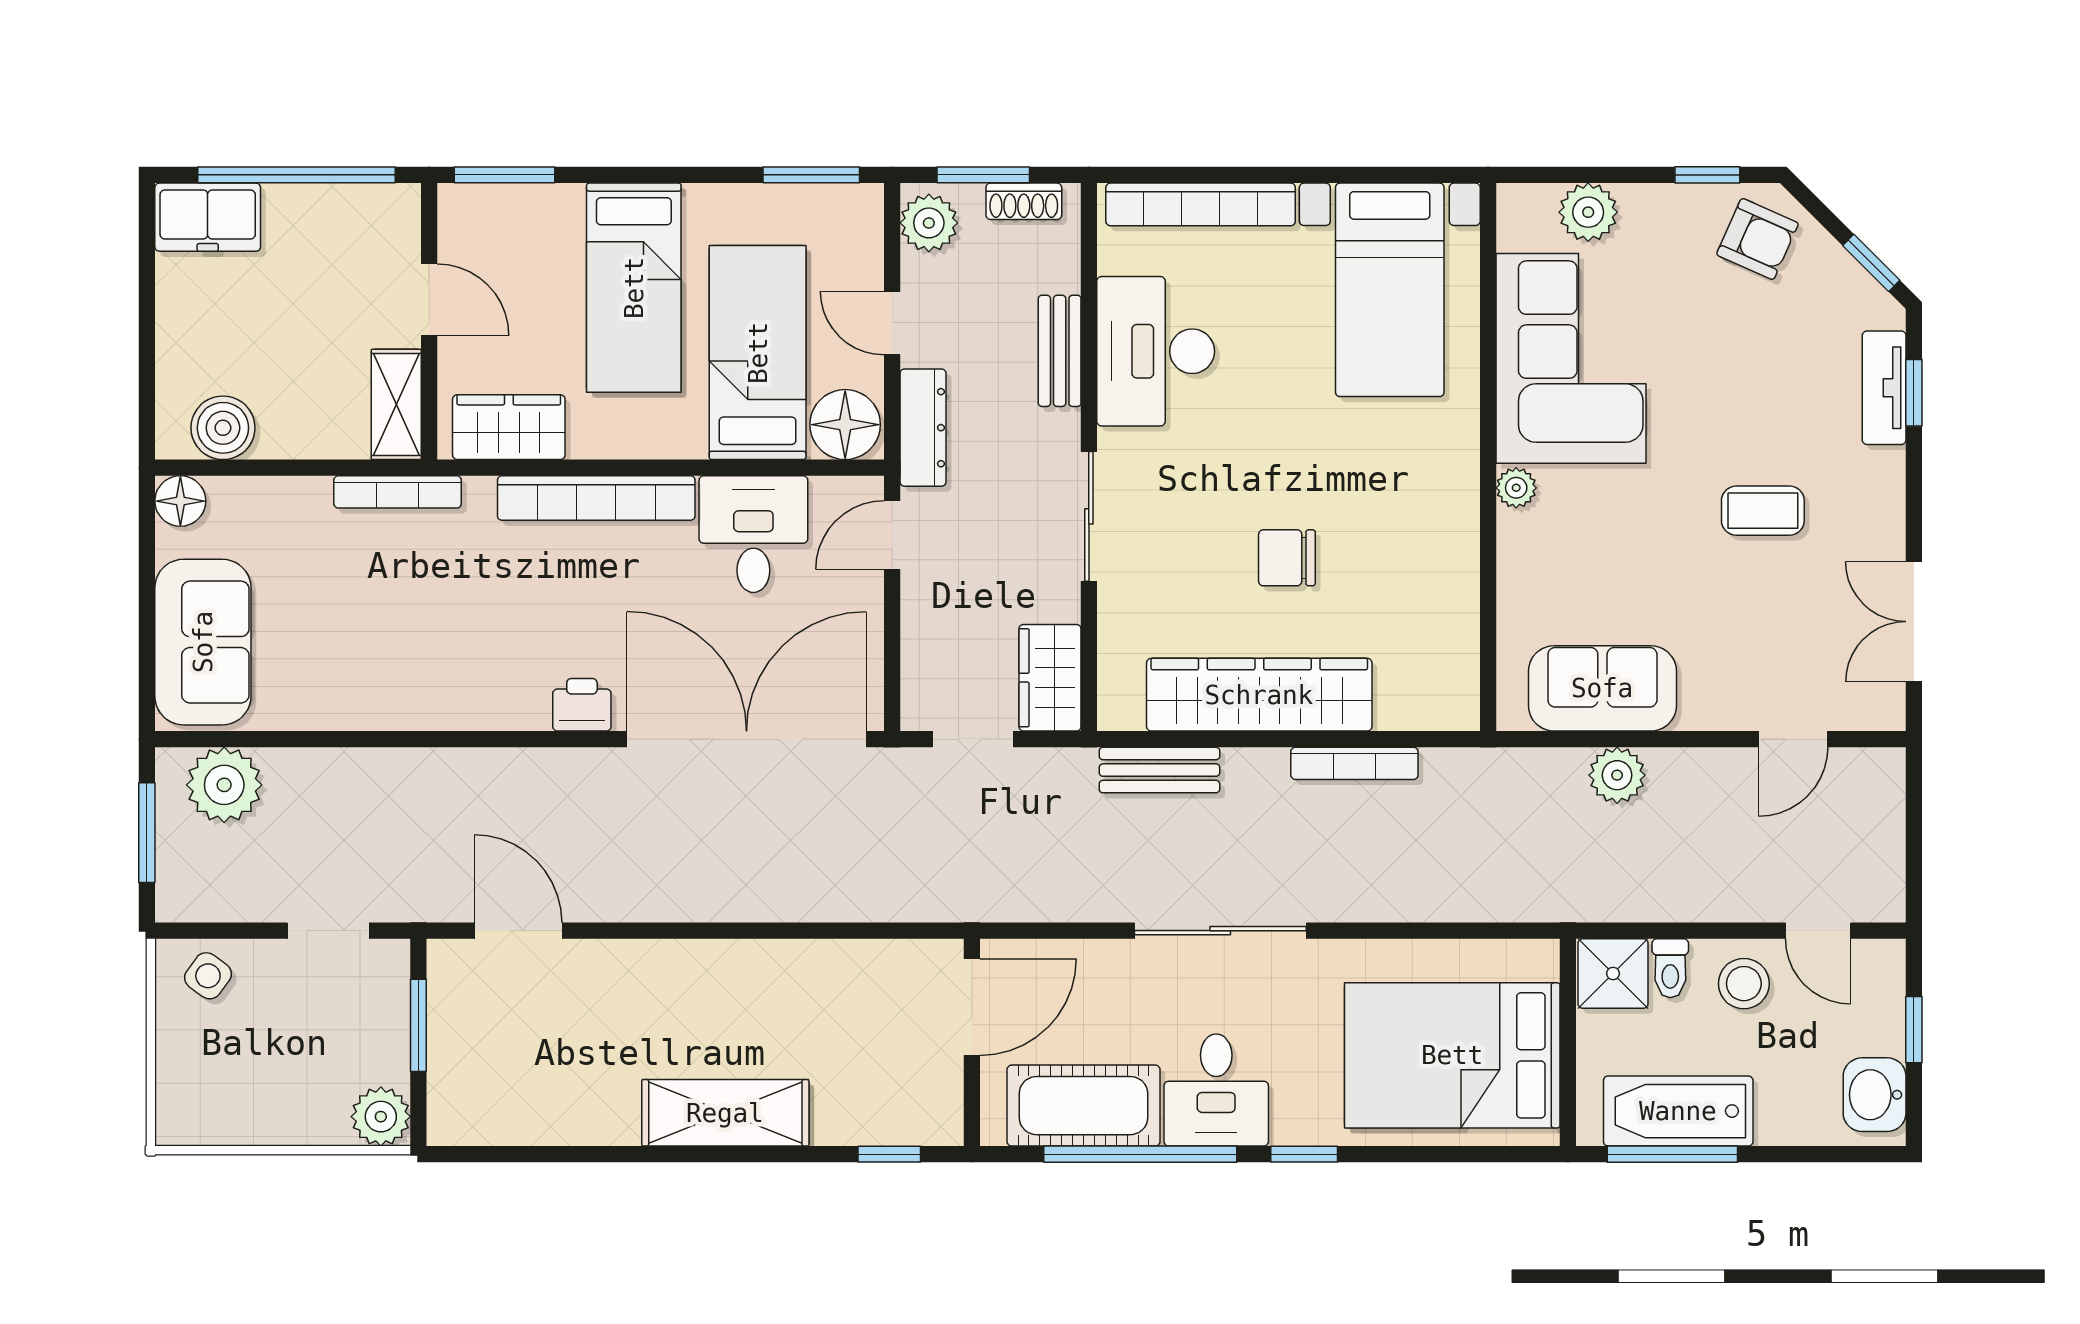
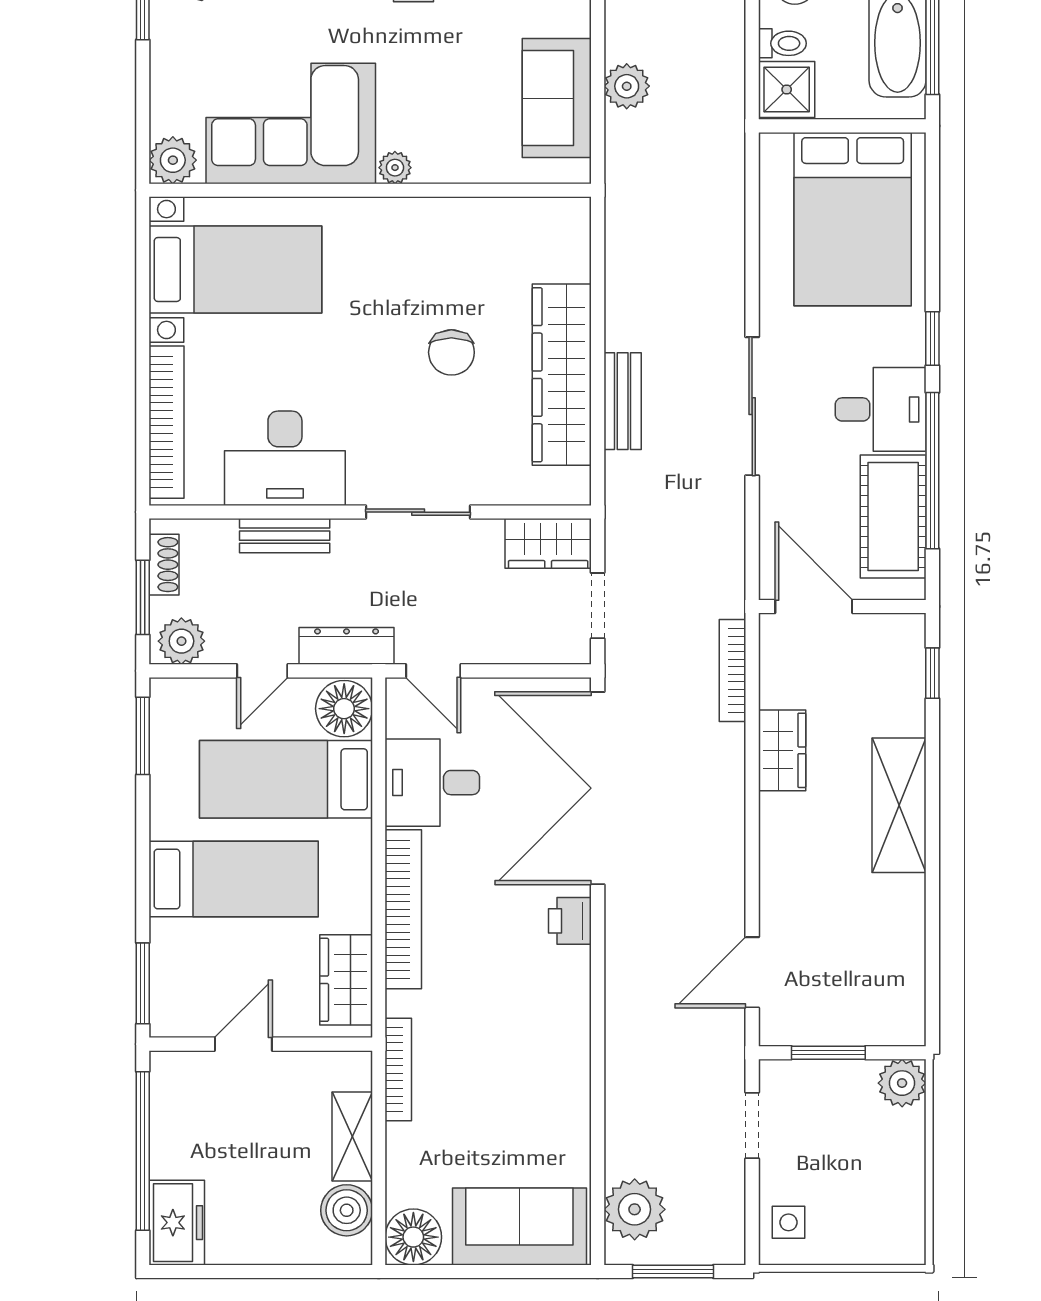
plant: (1588, 212) -> (173, 160), moved
shelving: (396, 404) -> (352, 1137), moved, turned 90
floor lamp: (180, 501) -> (413, 1237), width x1.38, depth x1.38
bookcase: (1354, 763) -> (733, 670), moved, turned 180
bench: (1159, 770) -> (623, 401), moved
wardrobe: (793, 968) -> (782, 750), added
side table: (208, 976) -> (788, 1222), turned -36

